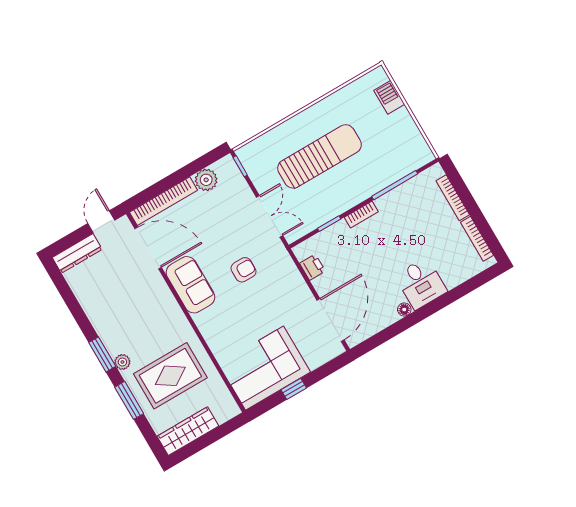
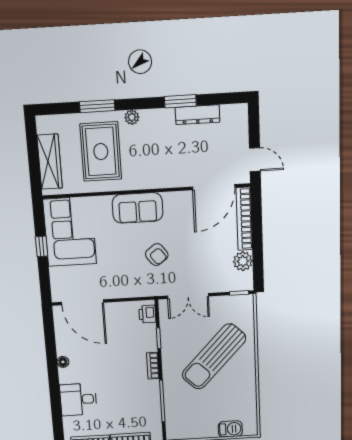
sun lounger: (319, 156) -> (214, 357), turned 44
dresser: (77, 253) -> (198, 115), moved, turned -90
printer: (312, 267) -> (147, 314), moved, turned 90
armchair: (244, 270) -> (157, 255), turned -37
desk: (421, 283) -> (78, 399), moved
sofa: (190, 285) -> (138, 208), moved
window: (102, 354) -> (180, 101), moved
wardrobe: (188, 431) -> (50, 162), moved

